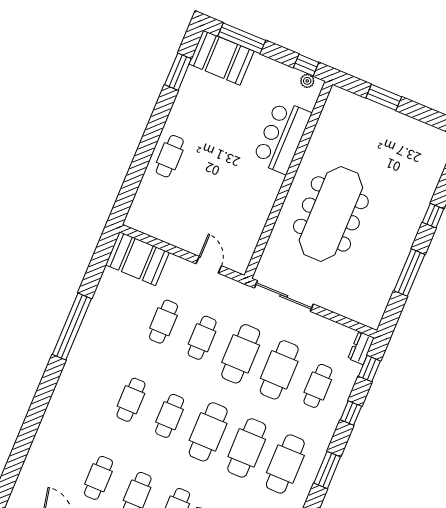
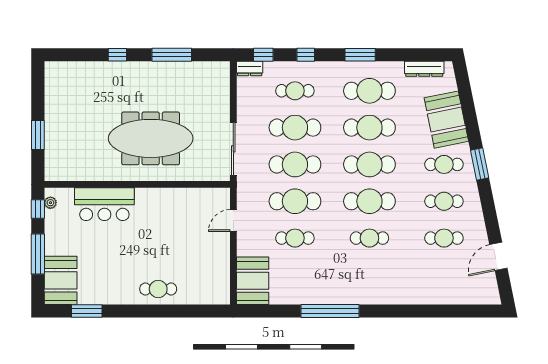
window: (242, 38) -> (38, 254), moved
cafe table: (202, 338) -> (295, 201), width x1.37, depth x1.35
cafe table: (170, 416) -> (369, 201), width x1.37, depth x1.35

